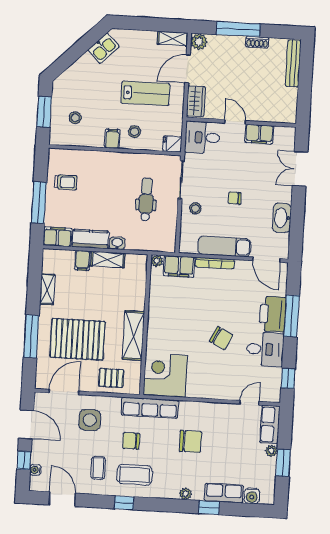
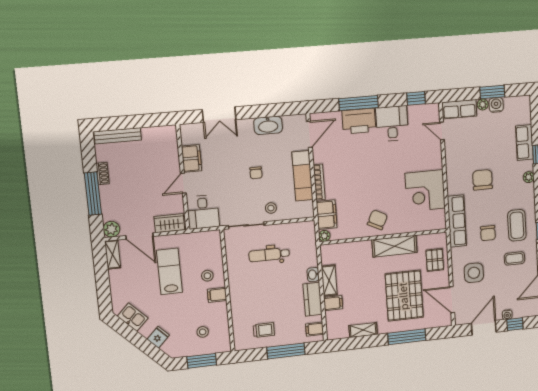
fridge: (172, 144) -> (158, 337), moved, turned -135
trolley: (66, 182) -> (264, 330), turned 90
filing cabinet: (57, 237) -> (315, 329), width x0.50
chair: (221, 338) -> (377, 220), moved
corner desk: (165, 375) -> (425, 191), moved
water cooler: (35, 470) -> (507, 315), moved
water cooler: (252, 496) -> (496, 105), moved, turned -90

